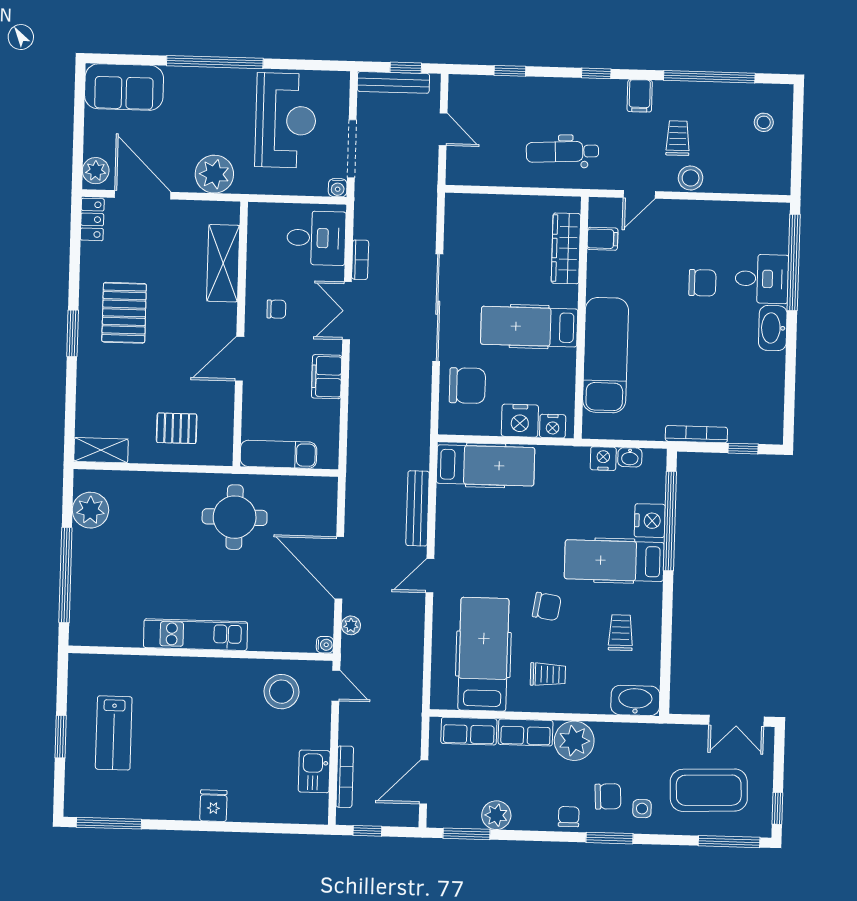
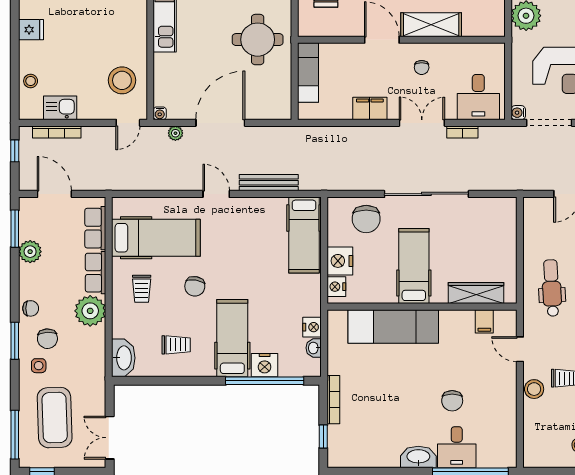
shelving: (223, 263) -> (431, 25), moved
stool: (279, 808) -> (31, 81), added

